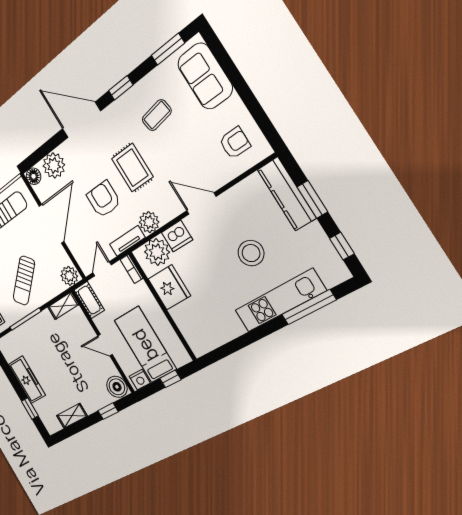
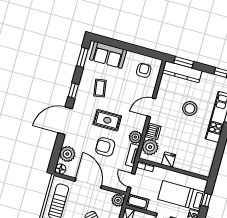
window: (312, 199) -> (184, 62), moved
fridge: (169, 287) -> (169, 160), width x0.53, depth x0.75

